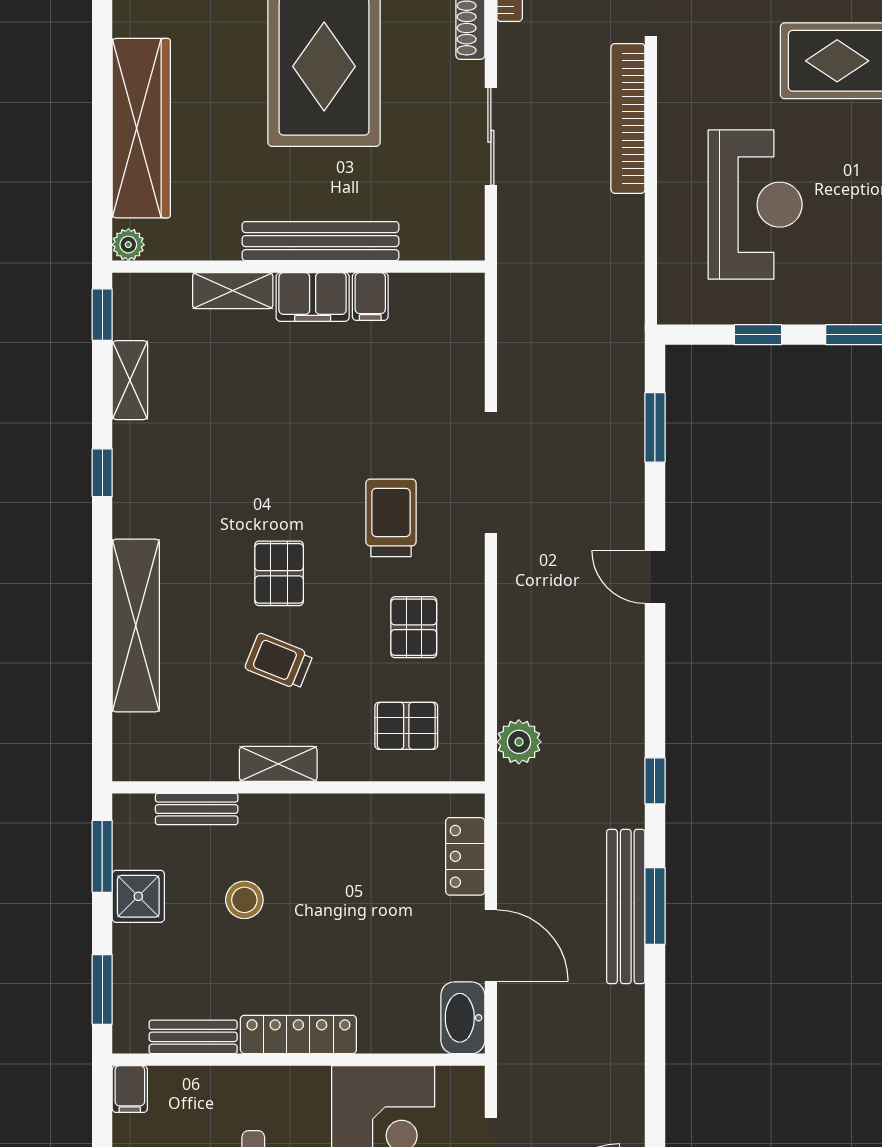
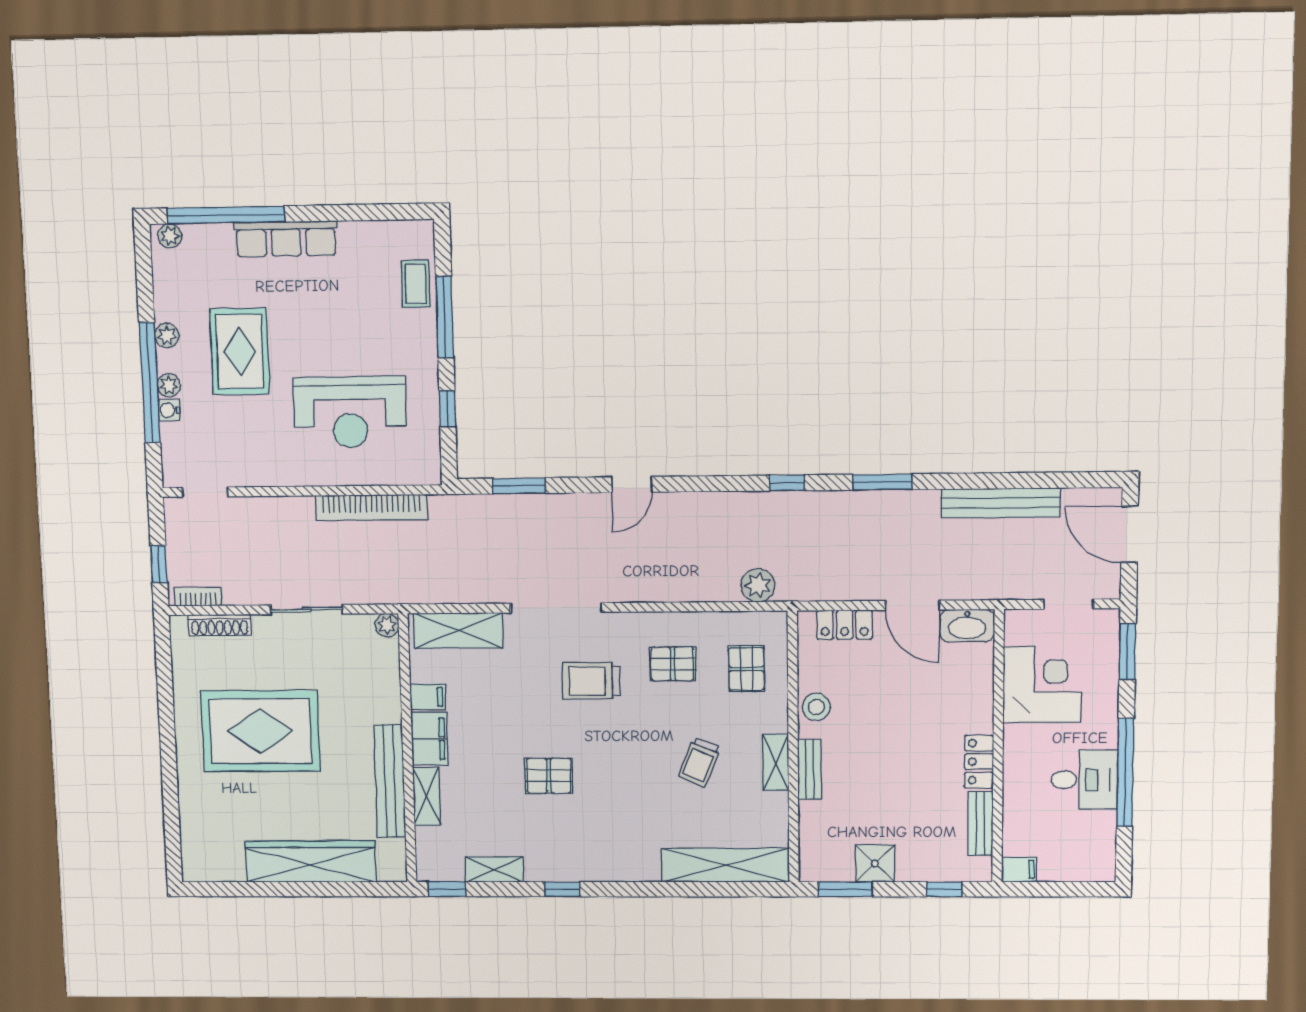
bookcase: (628, 118) -> (371, 507), moved
reception desk: (755, 205) -> (350, 412), turned 180
bench: (320, 241) -> (390, 781), moved
plant: (128, 245) -> (387, 625), moved
shelving: (461, 340) -> (458, 630), added
pallet: (279, 573) -> (549, 776), moved
shelving: (136, 626) -> (725, 865), moved
bench: (197, 809) -> (809, 769), moved
stool: (244, 900) -> (816, 707), moved
bench: (626, 907) -> (1001, 503), moved
door: (491, 946) -> (912, 605), swing flipped
window: (102, 989) -> (944, 889), width x0.67
locker: (298, 1034) -> (979, 762), width x0.66

